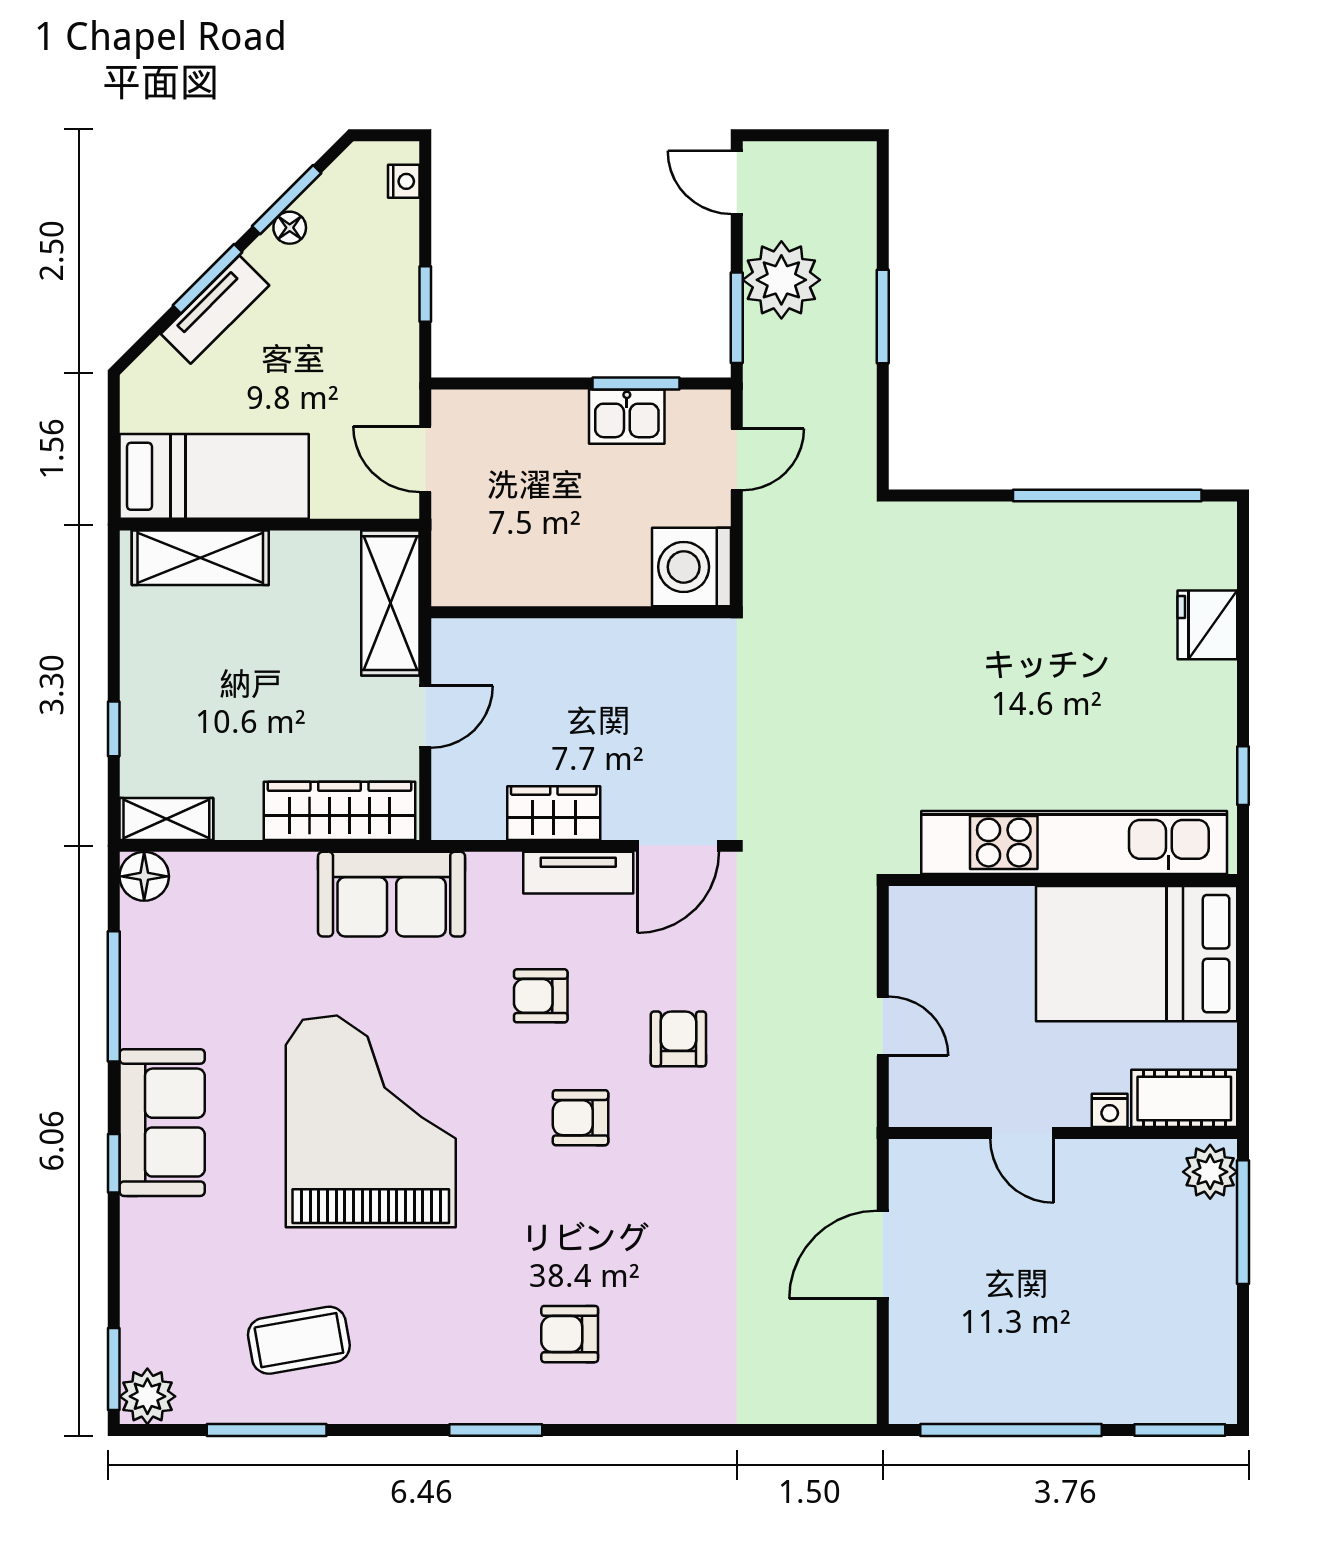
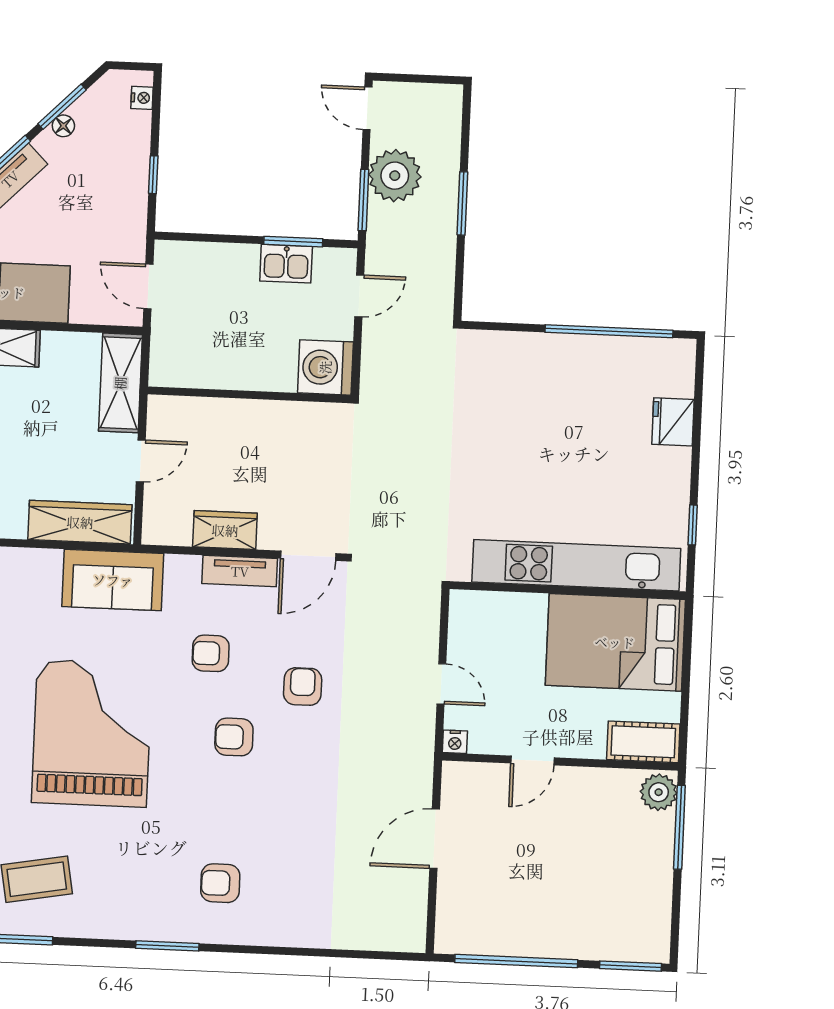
nightstand: (1110, 1110) -> (455, 742), moved
door: (1022, 1133) -> (532, 760), hinge flipped

